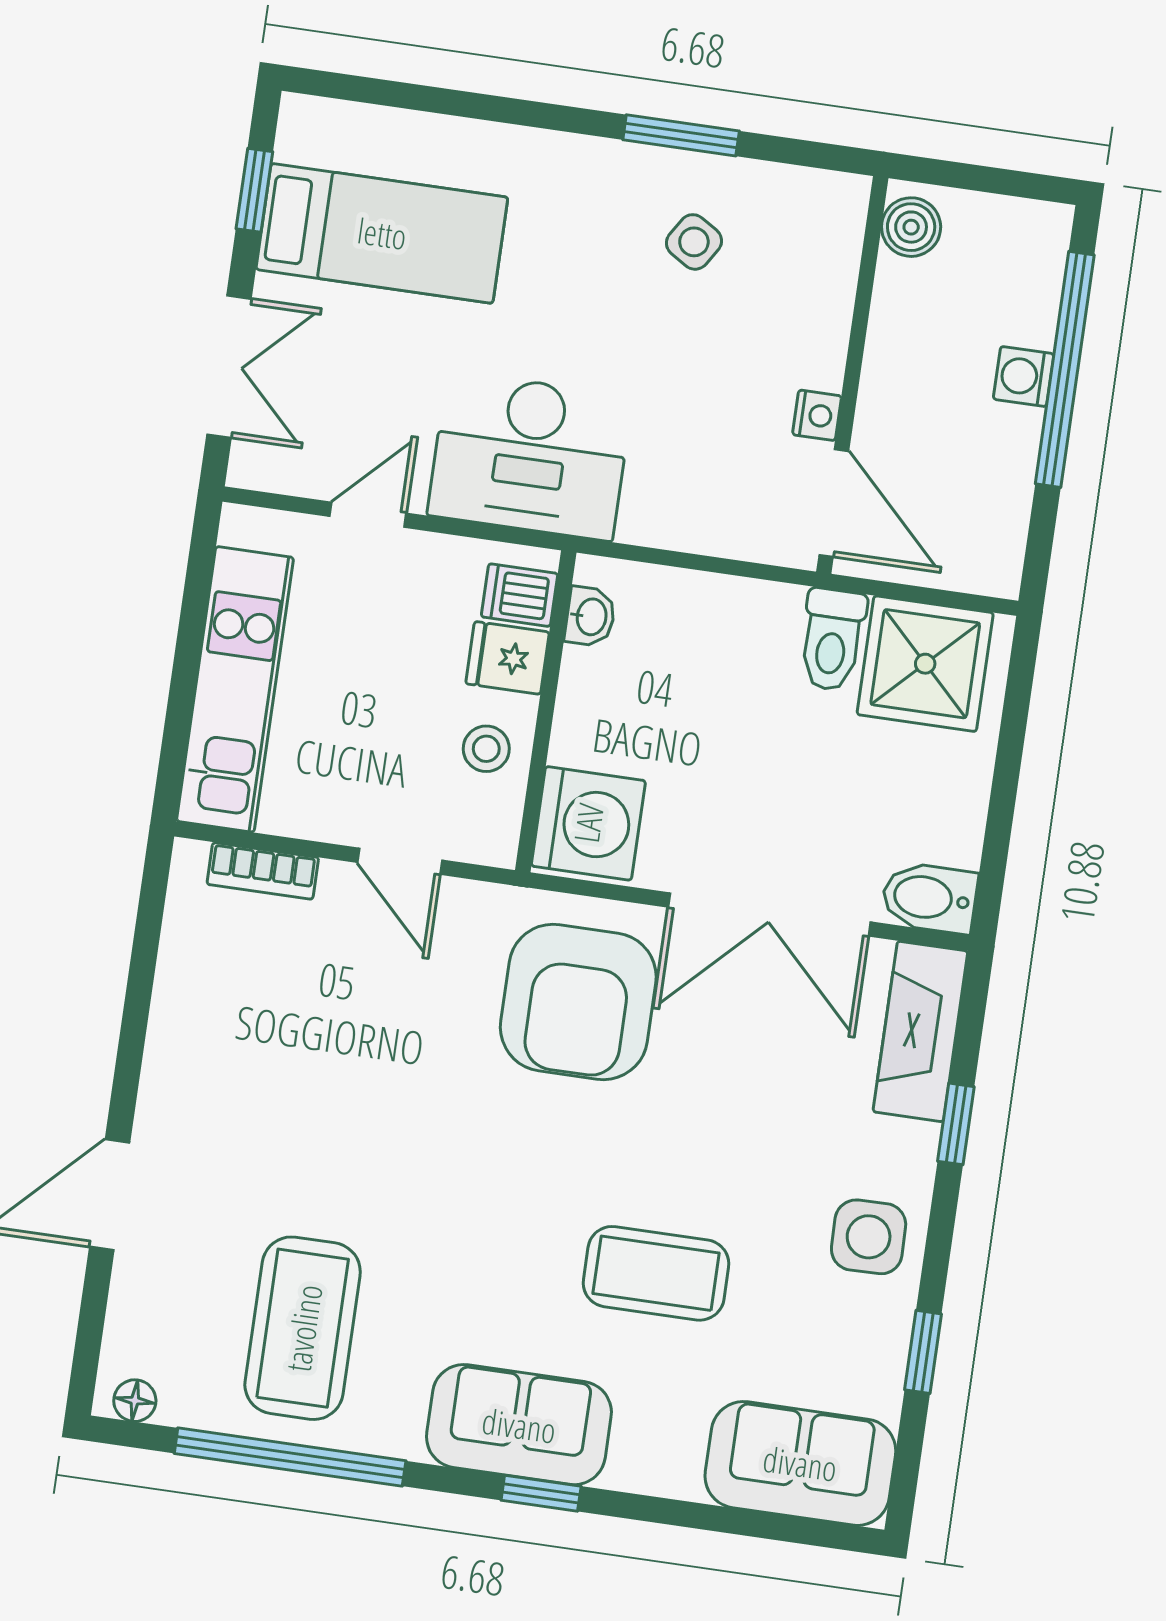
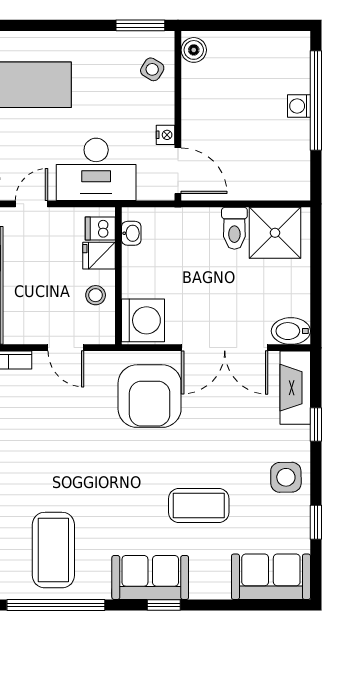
boiler: (911, 227) -> (194, 50), moved
wall: (852, 375) -> (178, 116), moved
nightstand: (817, 415) -> (166, 135), moved
door: (834, 503) -> (178, 171), moved

